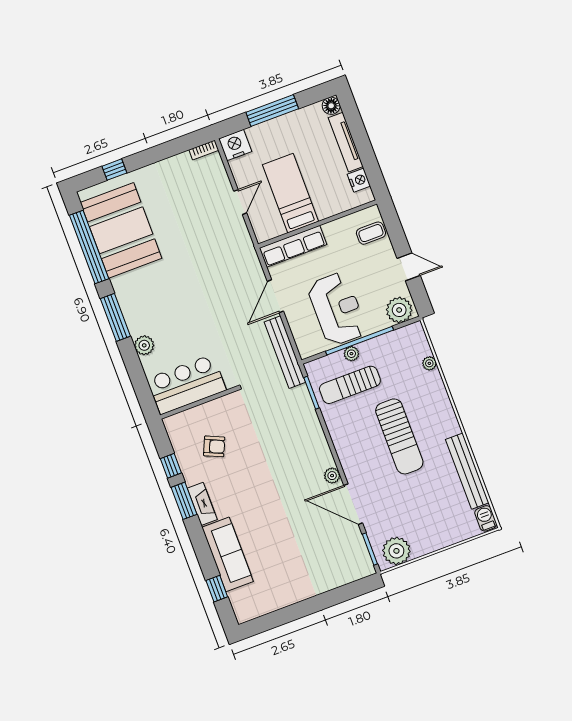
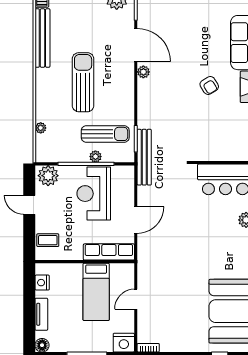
tv unit: (346, 142) -> (41, 314), width x0.71
bench: (285, 352) -> (144, 157), moved
armchair: (214, 446) -> (209, 85), moved, turned -146

